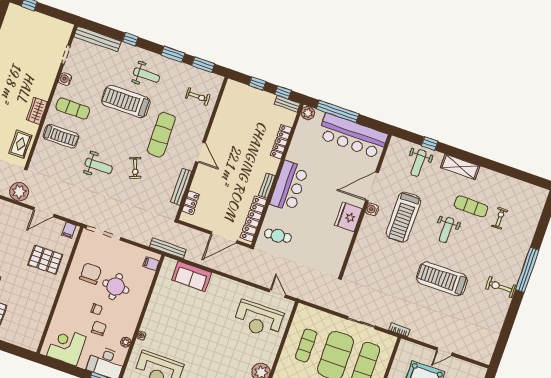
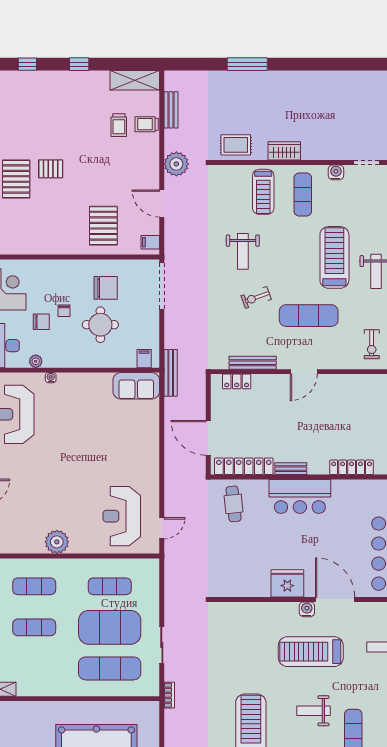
sofa: (192, 276) -> (136, 386), moved, turned -90

